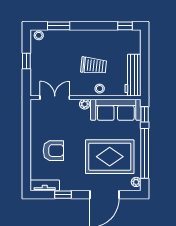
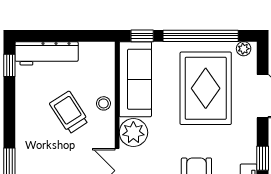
trolley: (94, 66) -> (69, 112), turned -39
workbench: (133, 75) -> (47, 53), moved
plant: (85, 104) -> (133, 132), width x1.87, depth x1.87

